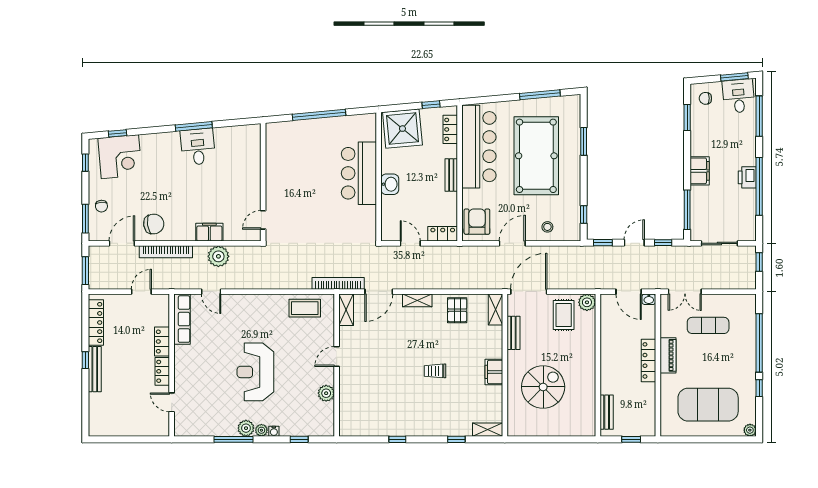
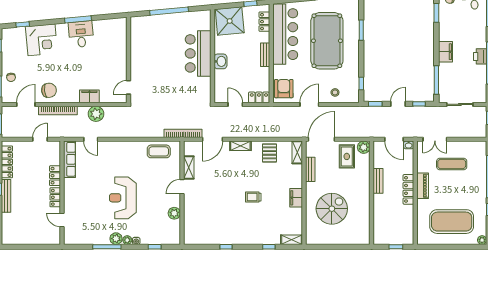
corner desk: (120, 157) -> (41, 40), moved
shelving: (346, 310) -> (189, 167), moved
bench: (607, 412) -> (378, 181), moved

